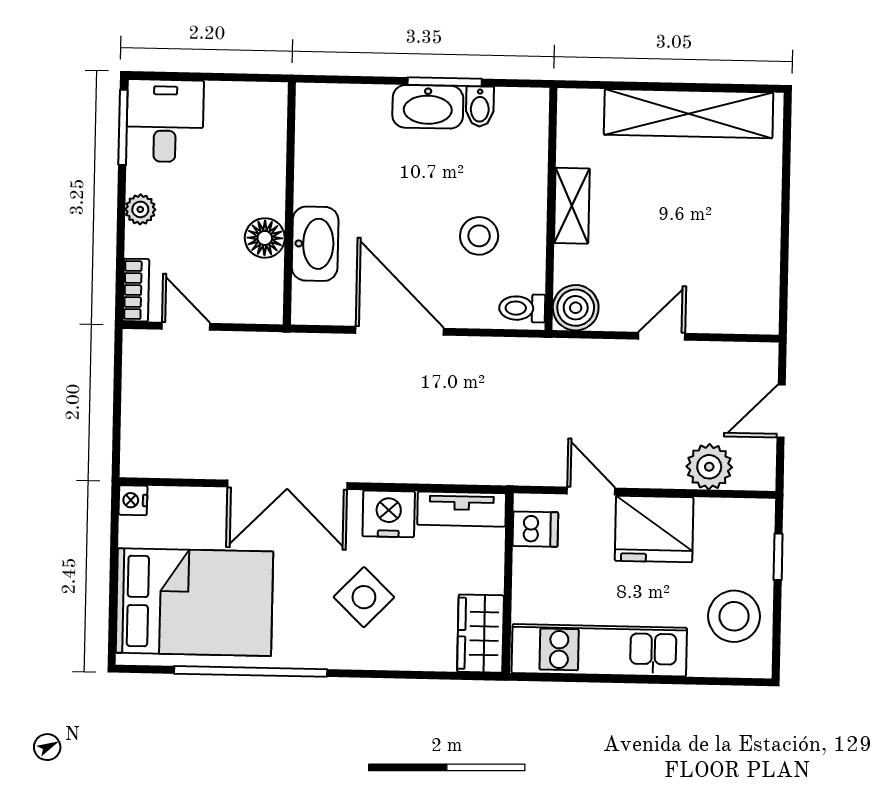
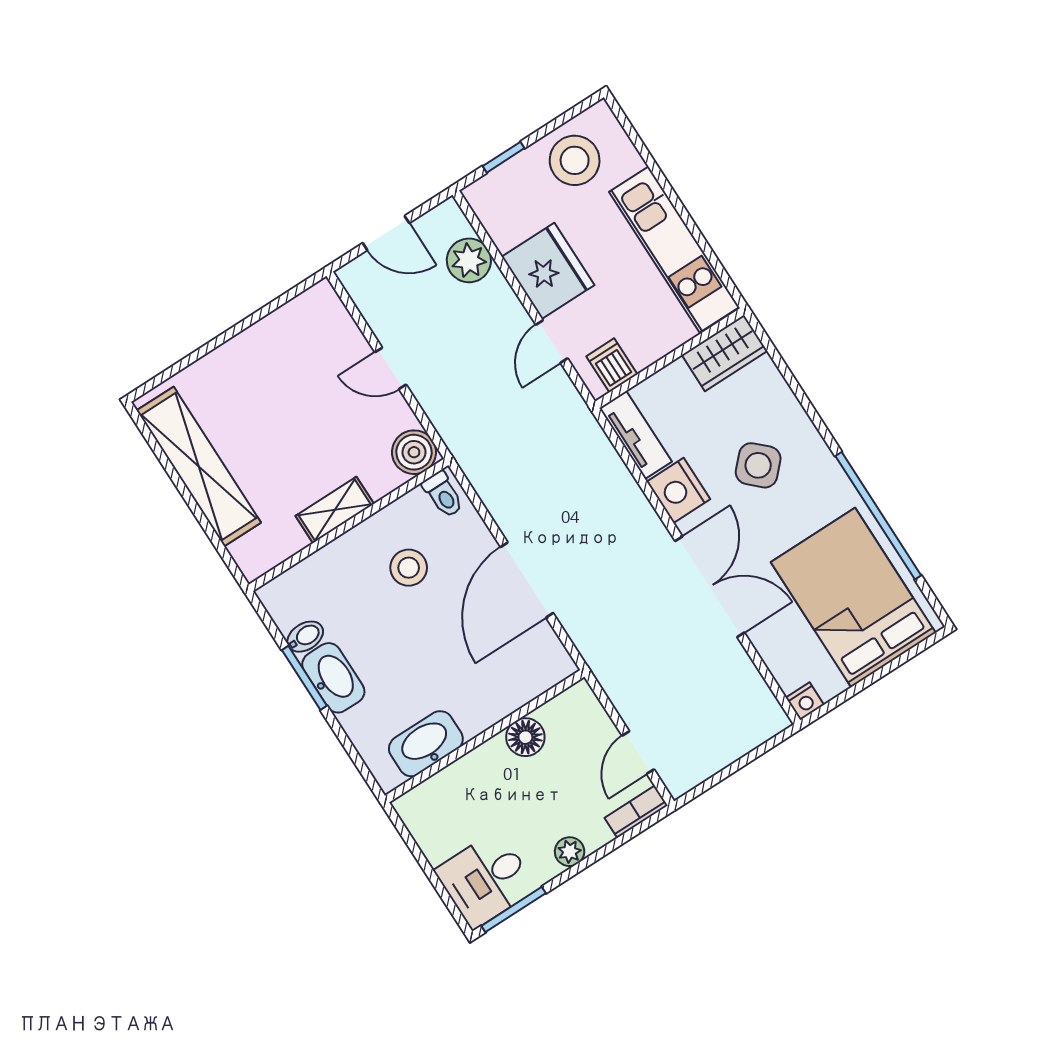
washbasin: (315, 244) -> (426, 744), moved

